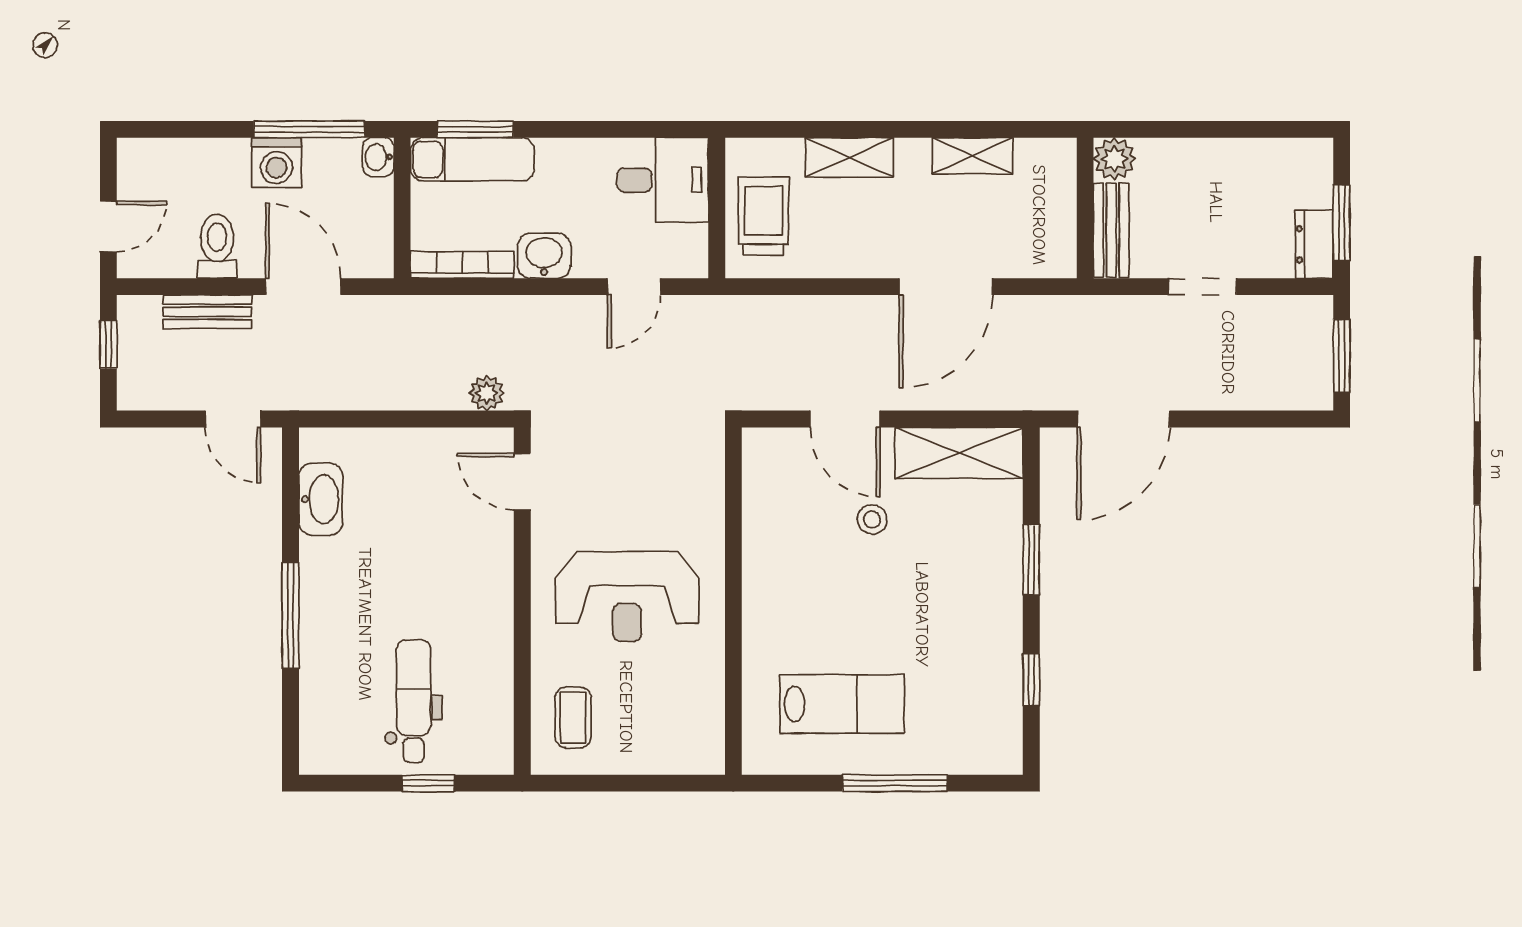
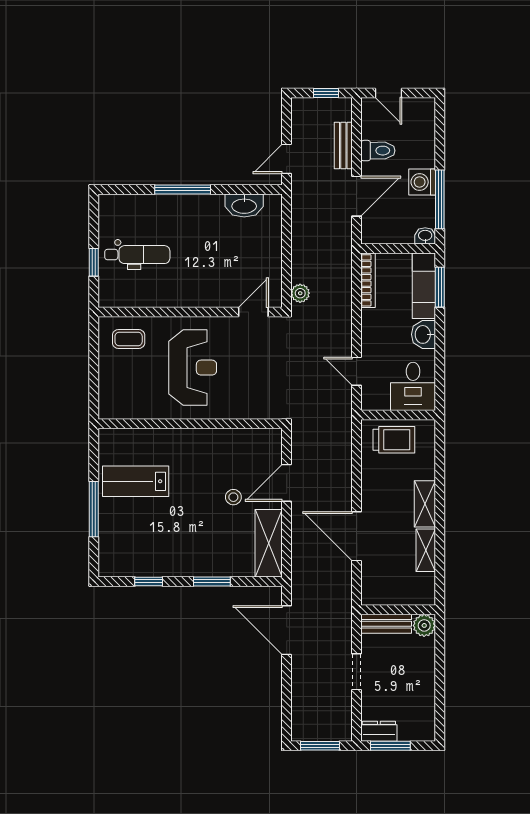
shelving: (849, 157) -> (425, 504), moved
washbasin: (544, 256) -> (423, 334), moved, turned 180
reception desk: (627, 596) -> (193, 368), turned 180
lab bench: (842, 704) -> (136, 481), turned 90

